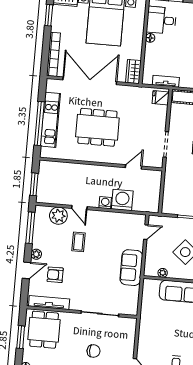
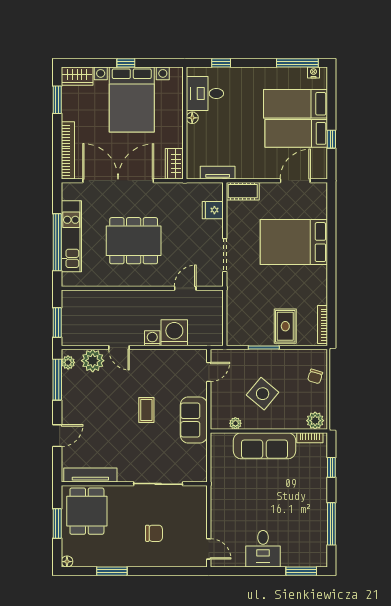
fridge: (161, 98) -> (213, 210), moved
coffee table: (78, 242) -> (146, 410), moved
plant: (36, 254) -> (68, 362), moved
armchair: (55, 275) -> (95, 438), removed

